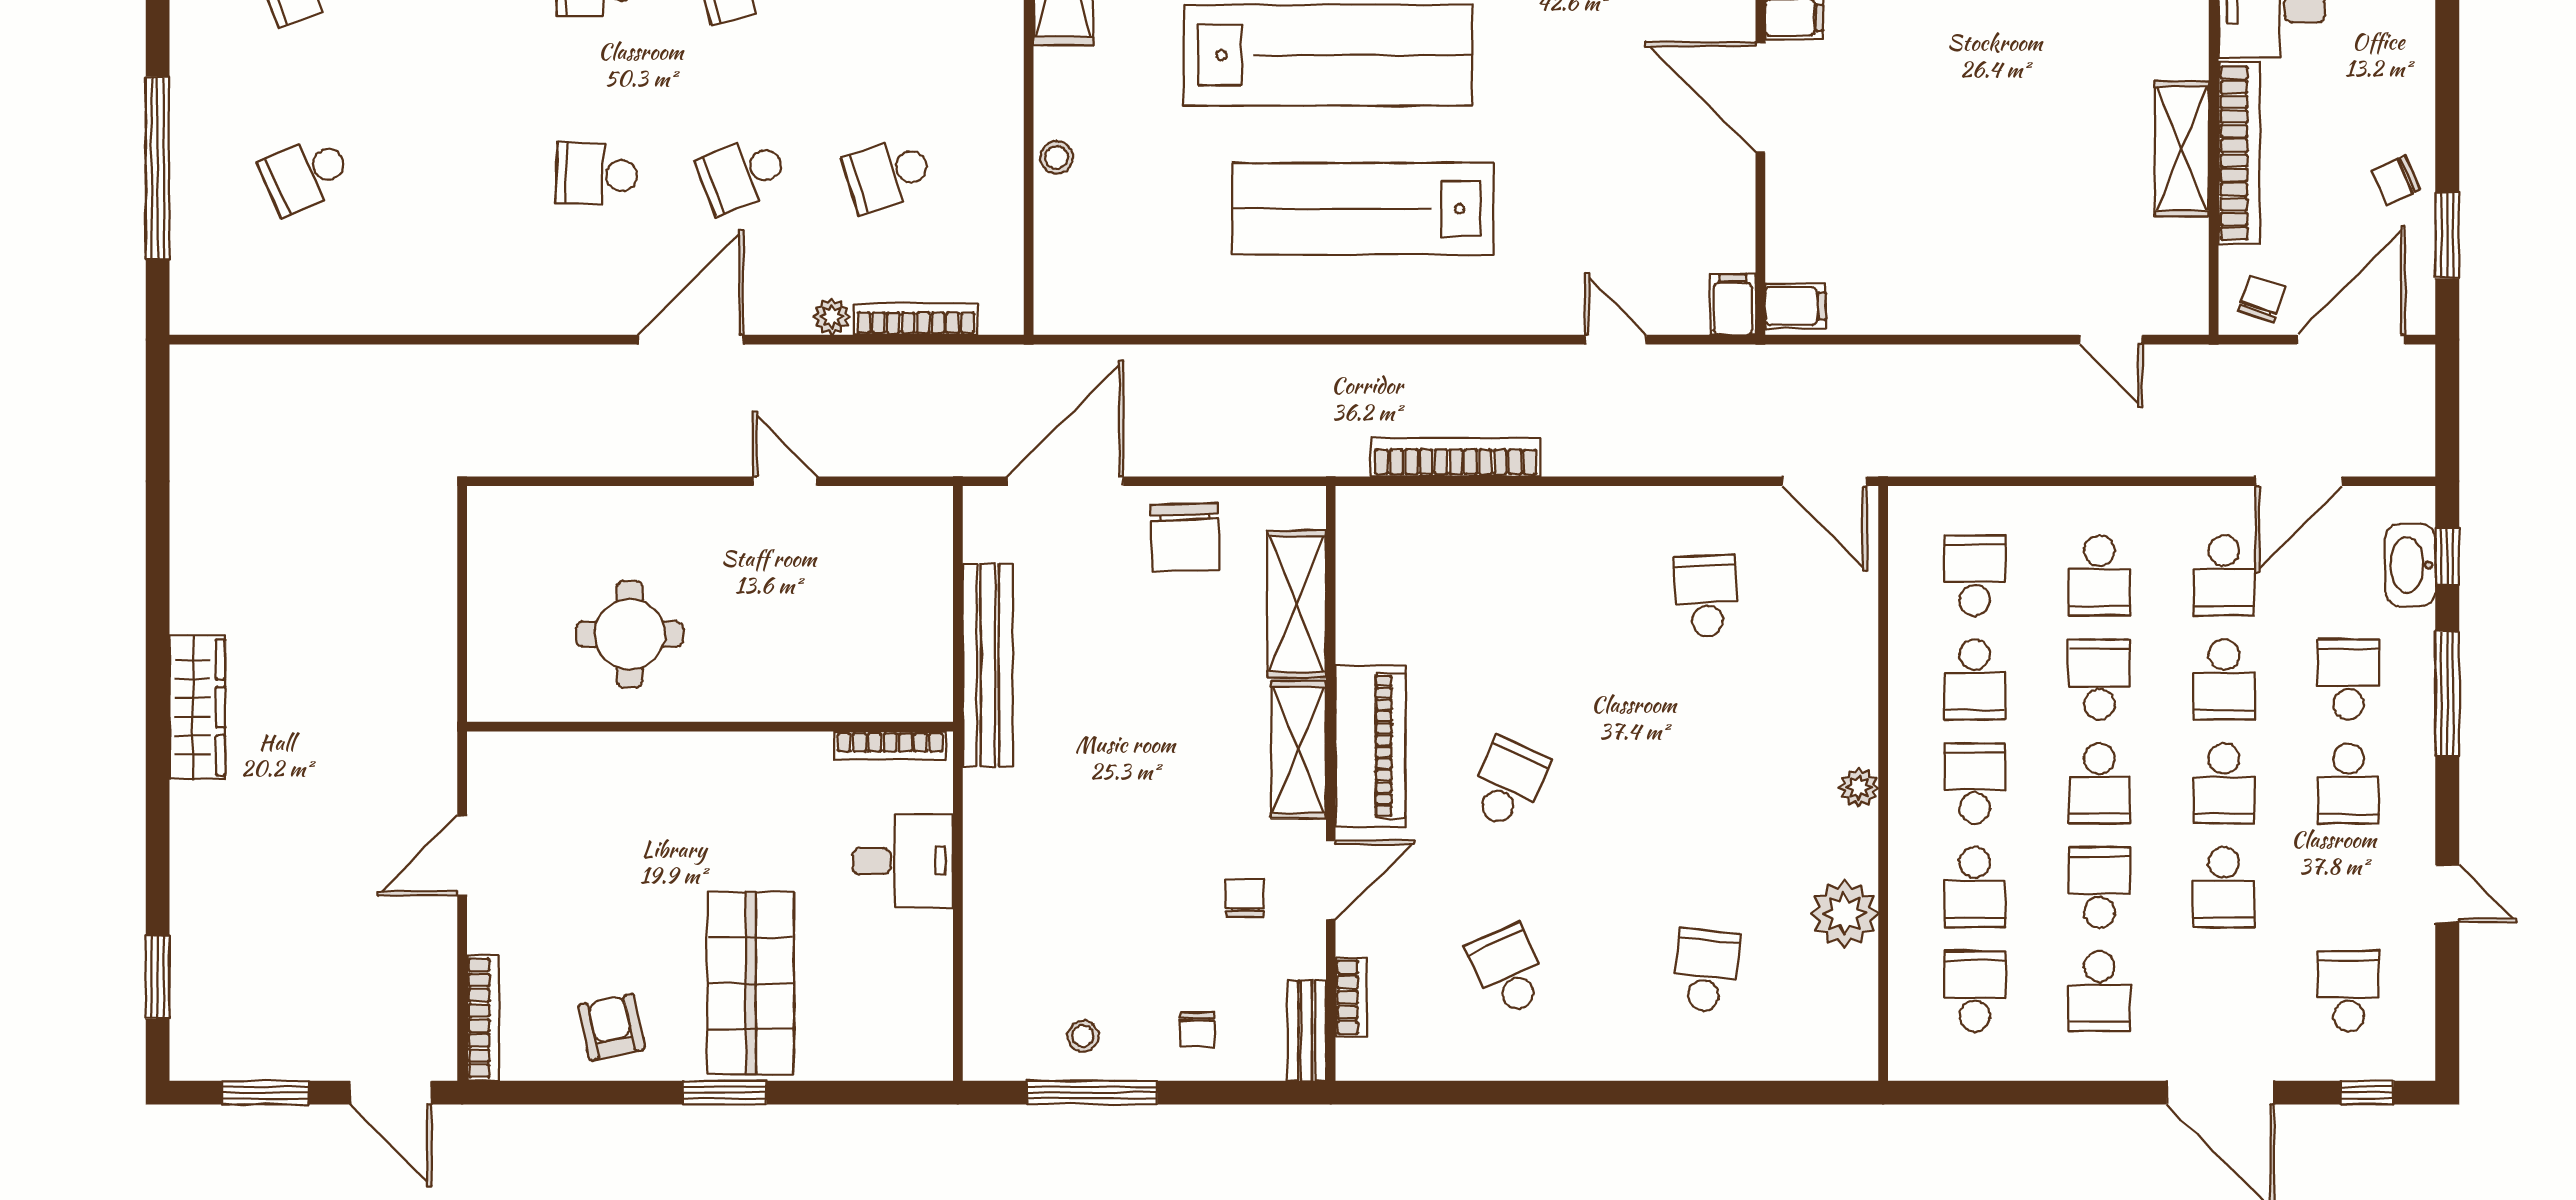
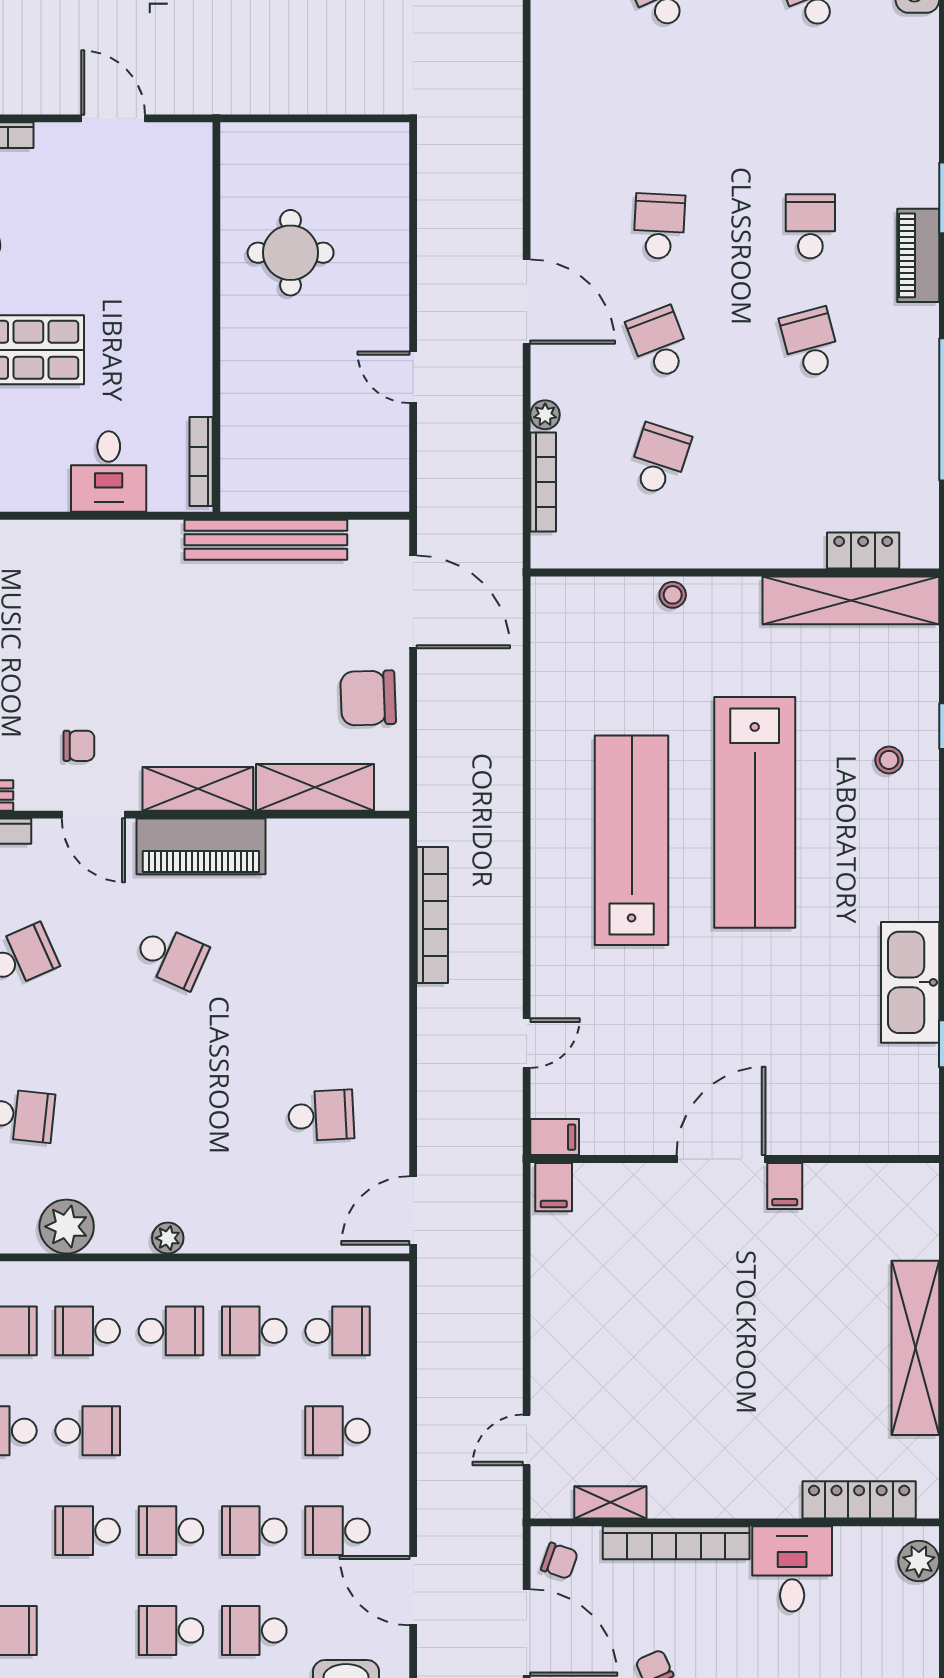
shelving: (2182, 149) -> (610, 1502), moved, width x0.67, depth x0.75
school desk: (888, 174) -> (659, 460), turned 36
door: (785, 481) -> (413, 377), swing flipped
school desk: (2099, 679) -> (254, 1431), removed
school desk: (2349, 679) -> (254, 1630), turned 180
school desk: (2099, 783) -> (171, 1431), removed

